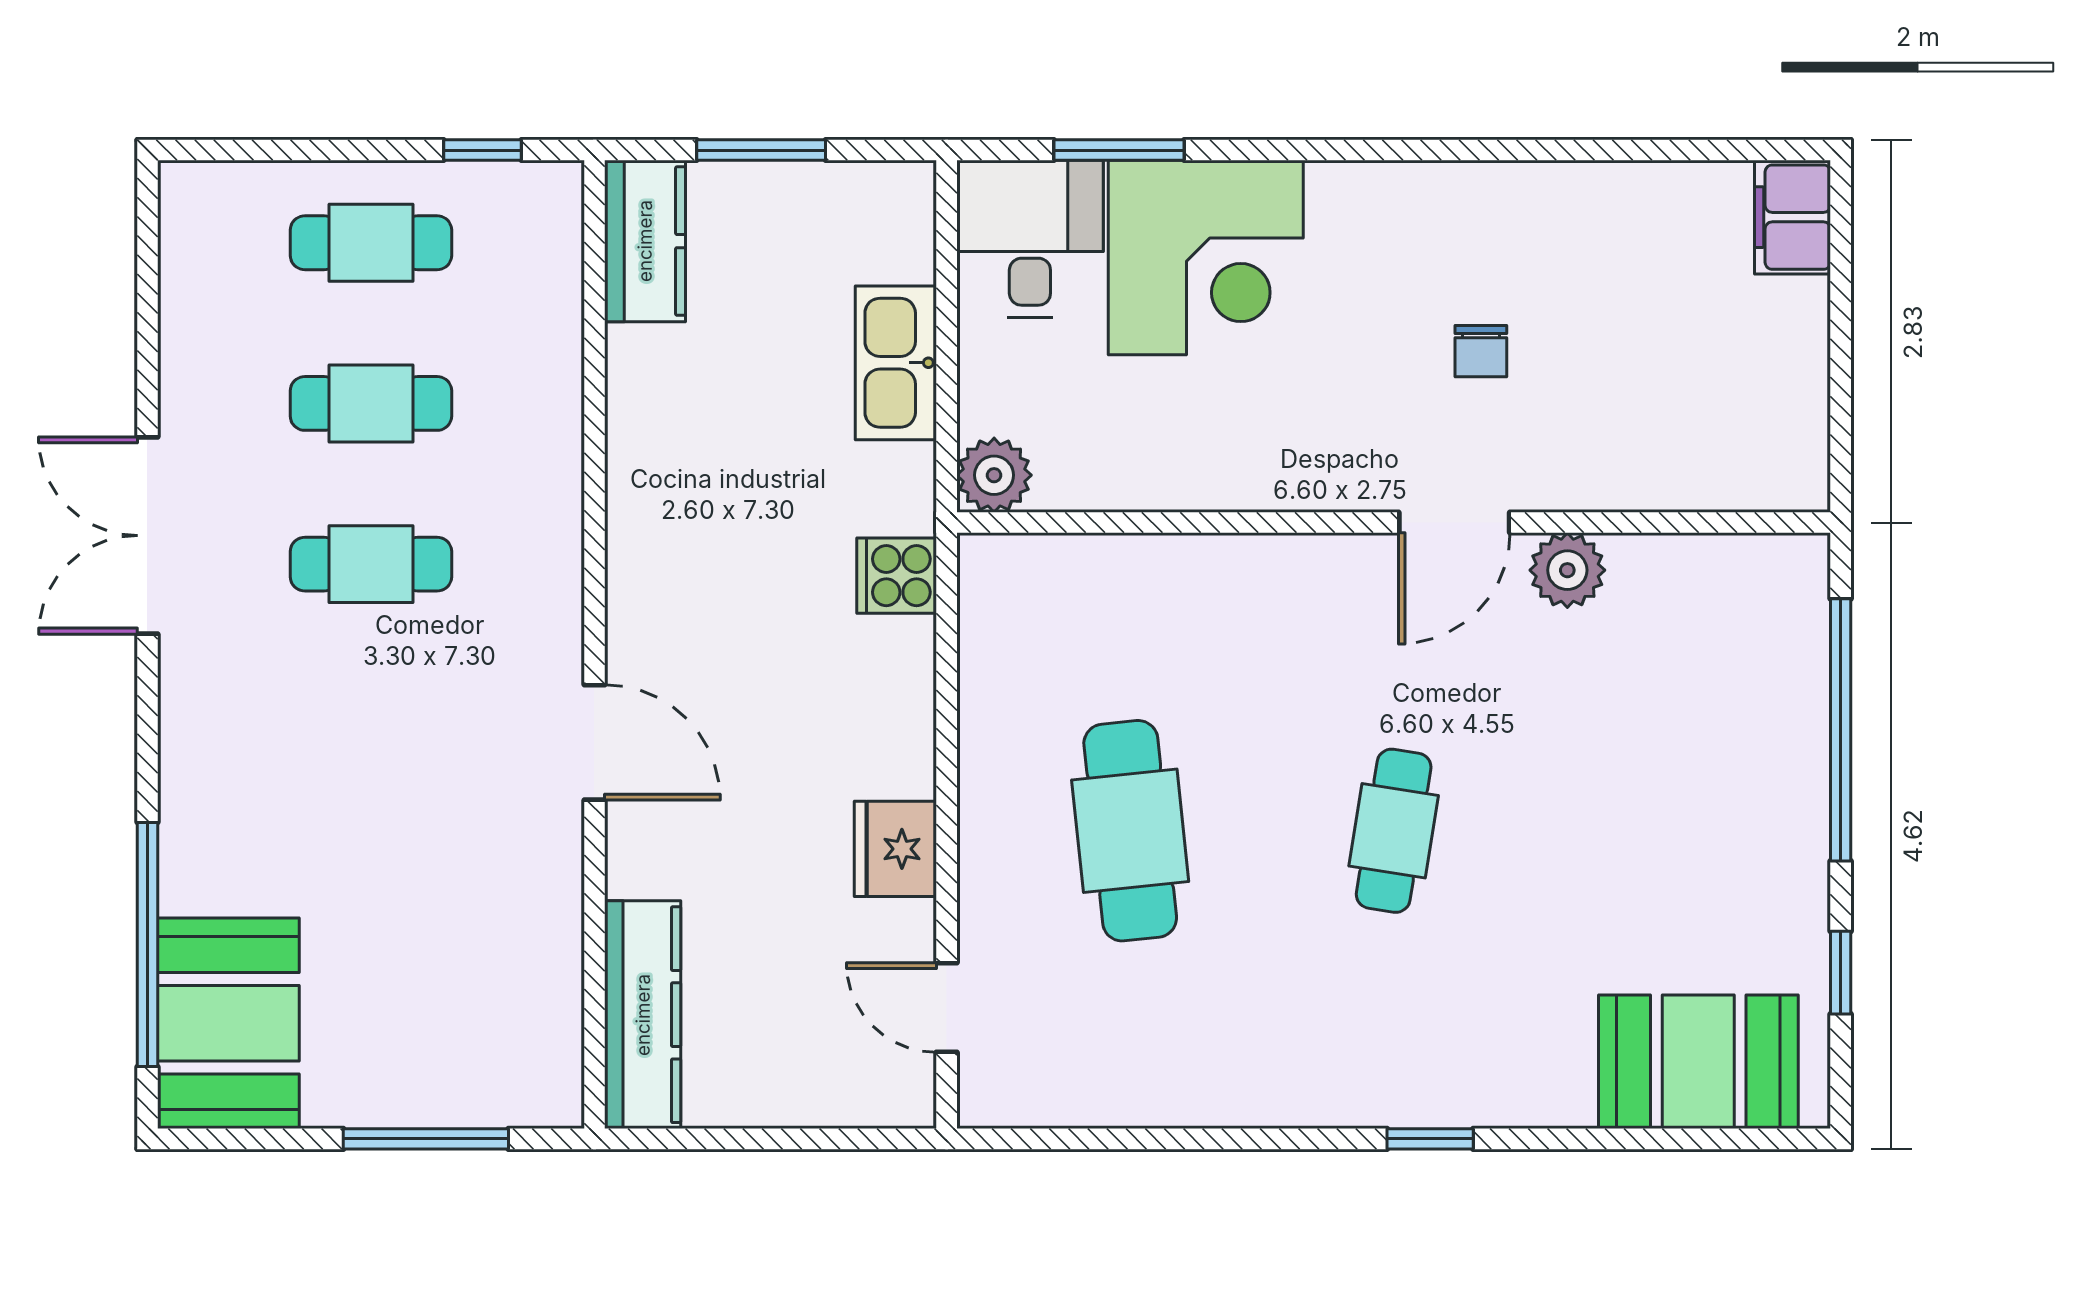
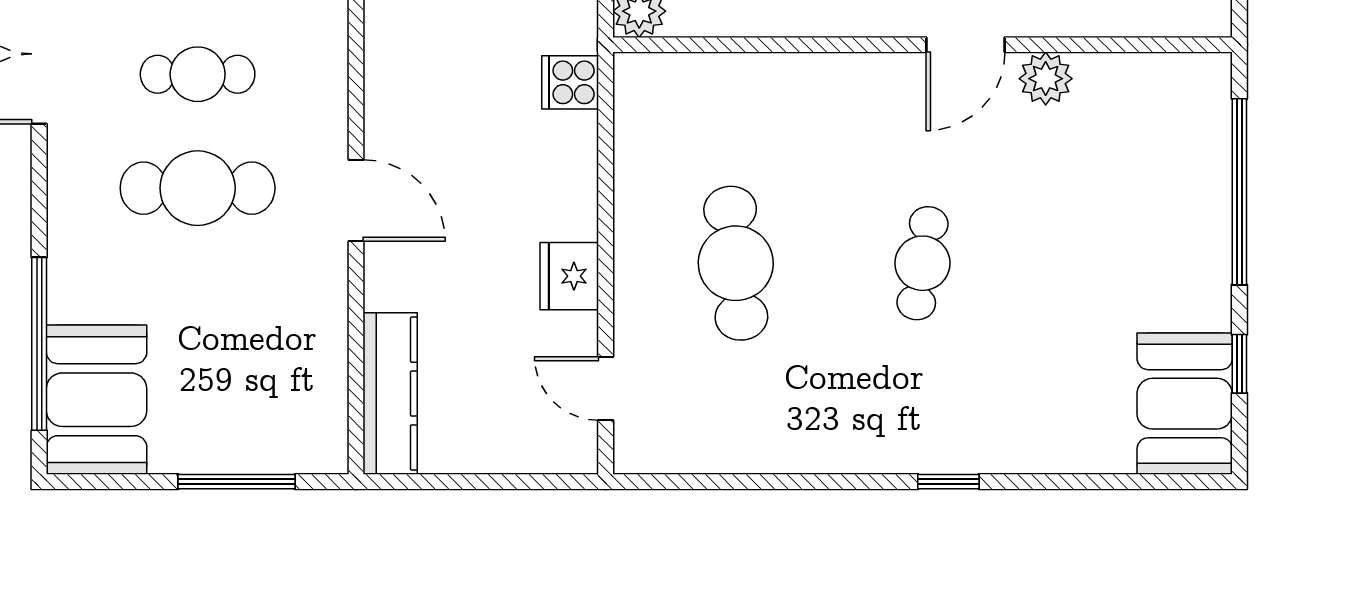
cafe table: (371, 725) -> (198, 188), added
booth: (1698, 1062) -> (1185, 404), moved, turned 90

